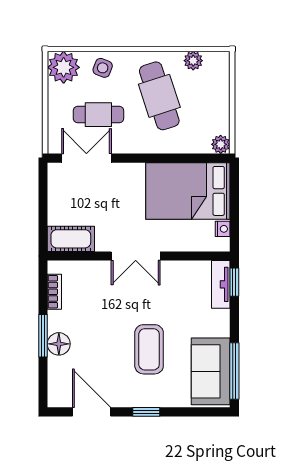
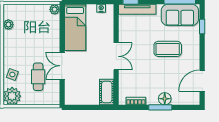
cafe table: (159, 96) -> (28, 43), removed
double door: (86, 158) -> (62, 66), moved
bed: (188, 191) -> (75, 27), width x0.67
tv unit: (221, 284) -> (137, 9), width x1.41
window: (146, 412) -> (202, 26), moved

